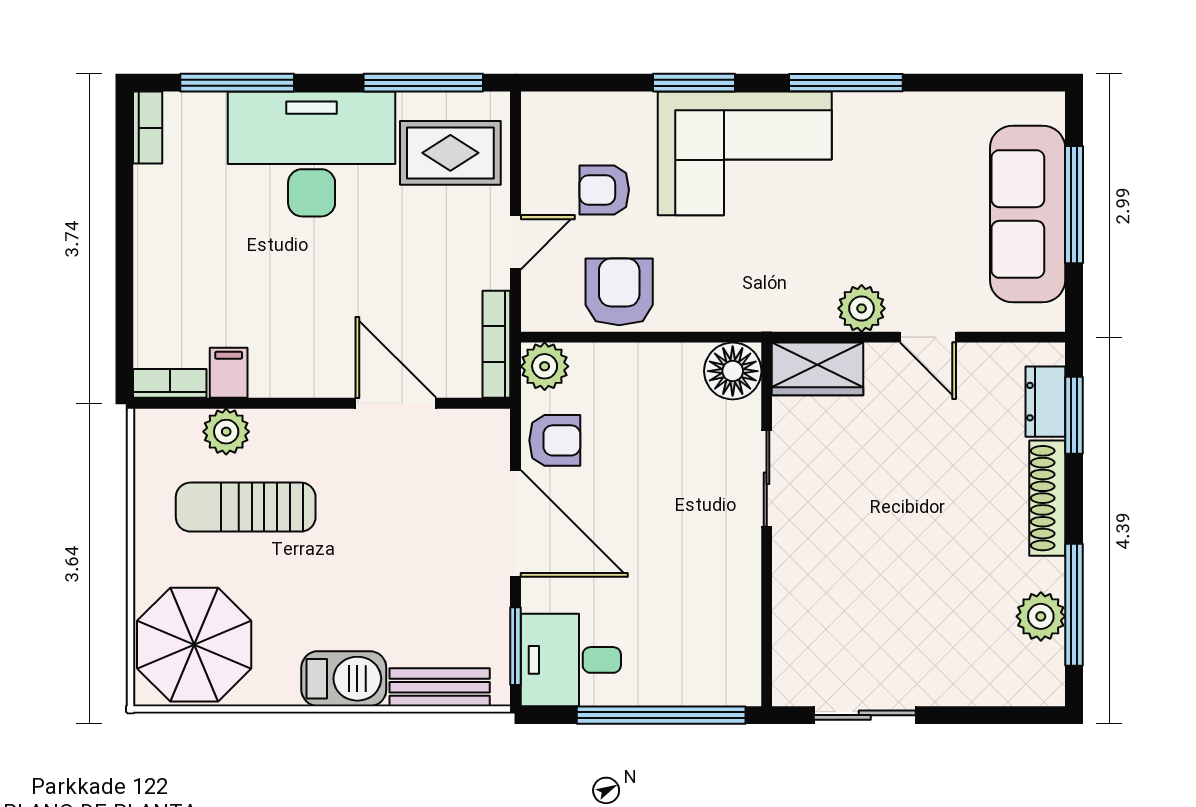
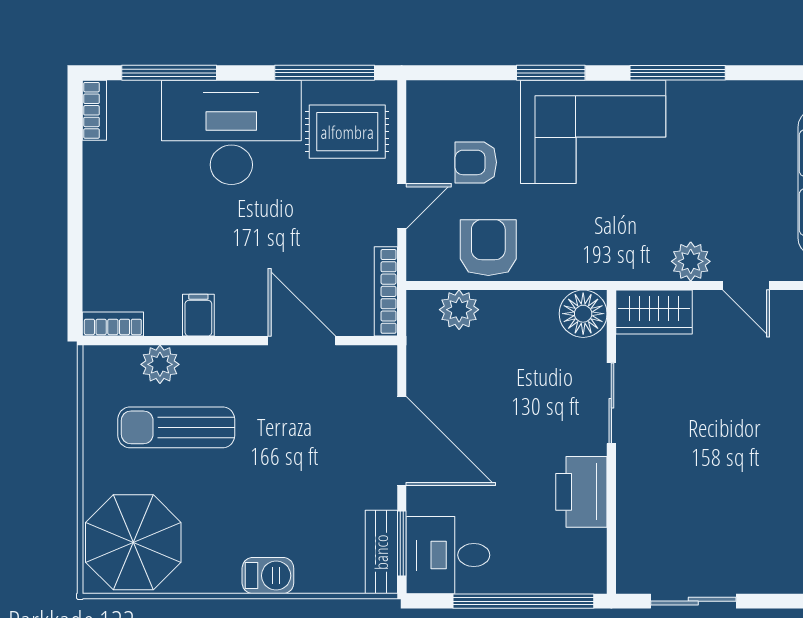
plant: (545, 366) -> (459, 310), moved
filing cabinet: (229, 373) -> (198, 315), moved
armchair: (555, 440) -> (434, 372), removed
printer: (731, 584) -> (581, 492), added
barbecue: (344, 679) -> (268, 576), width x0.73, depth x0.79
bench: (440, 687) -> (381, 552), moved, turned 90

